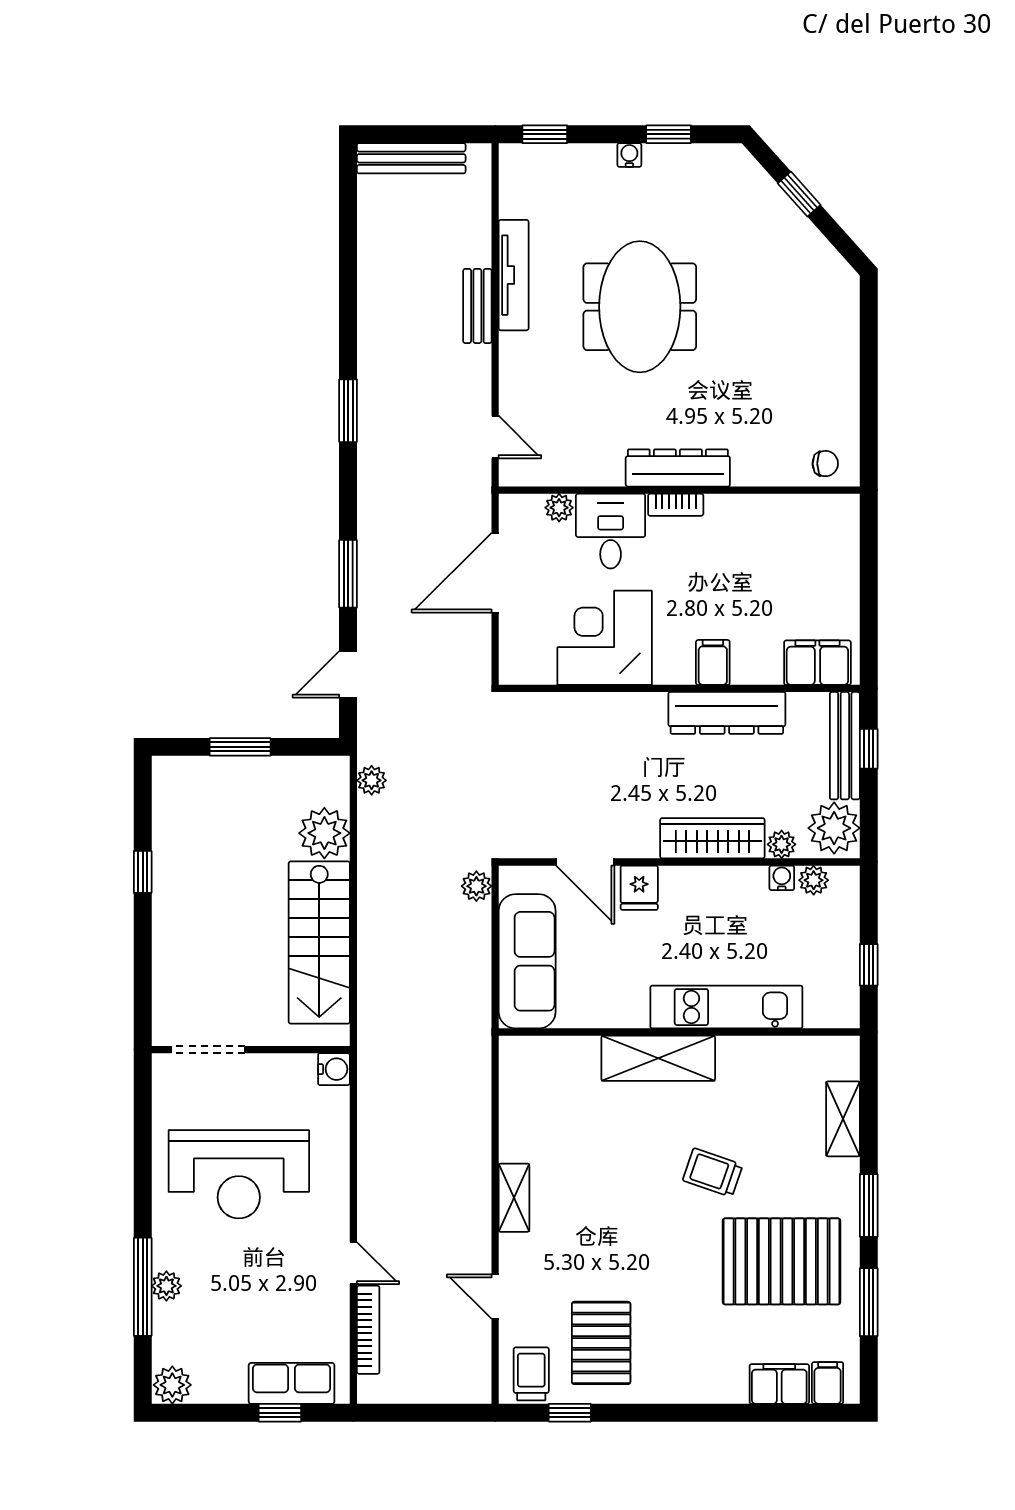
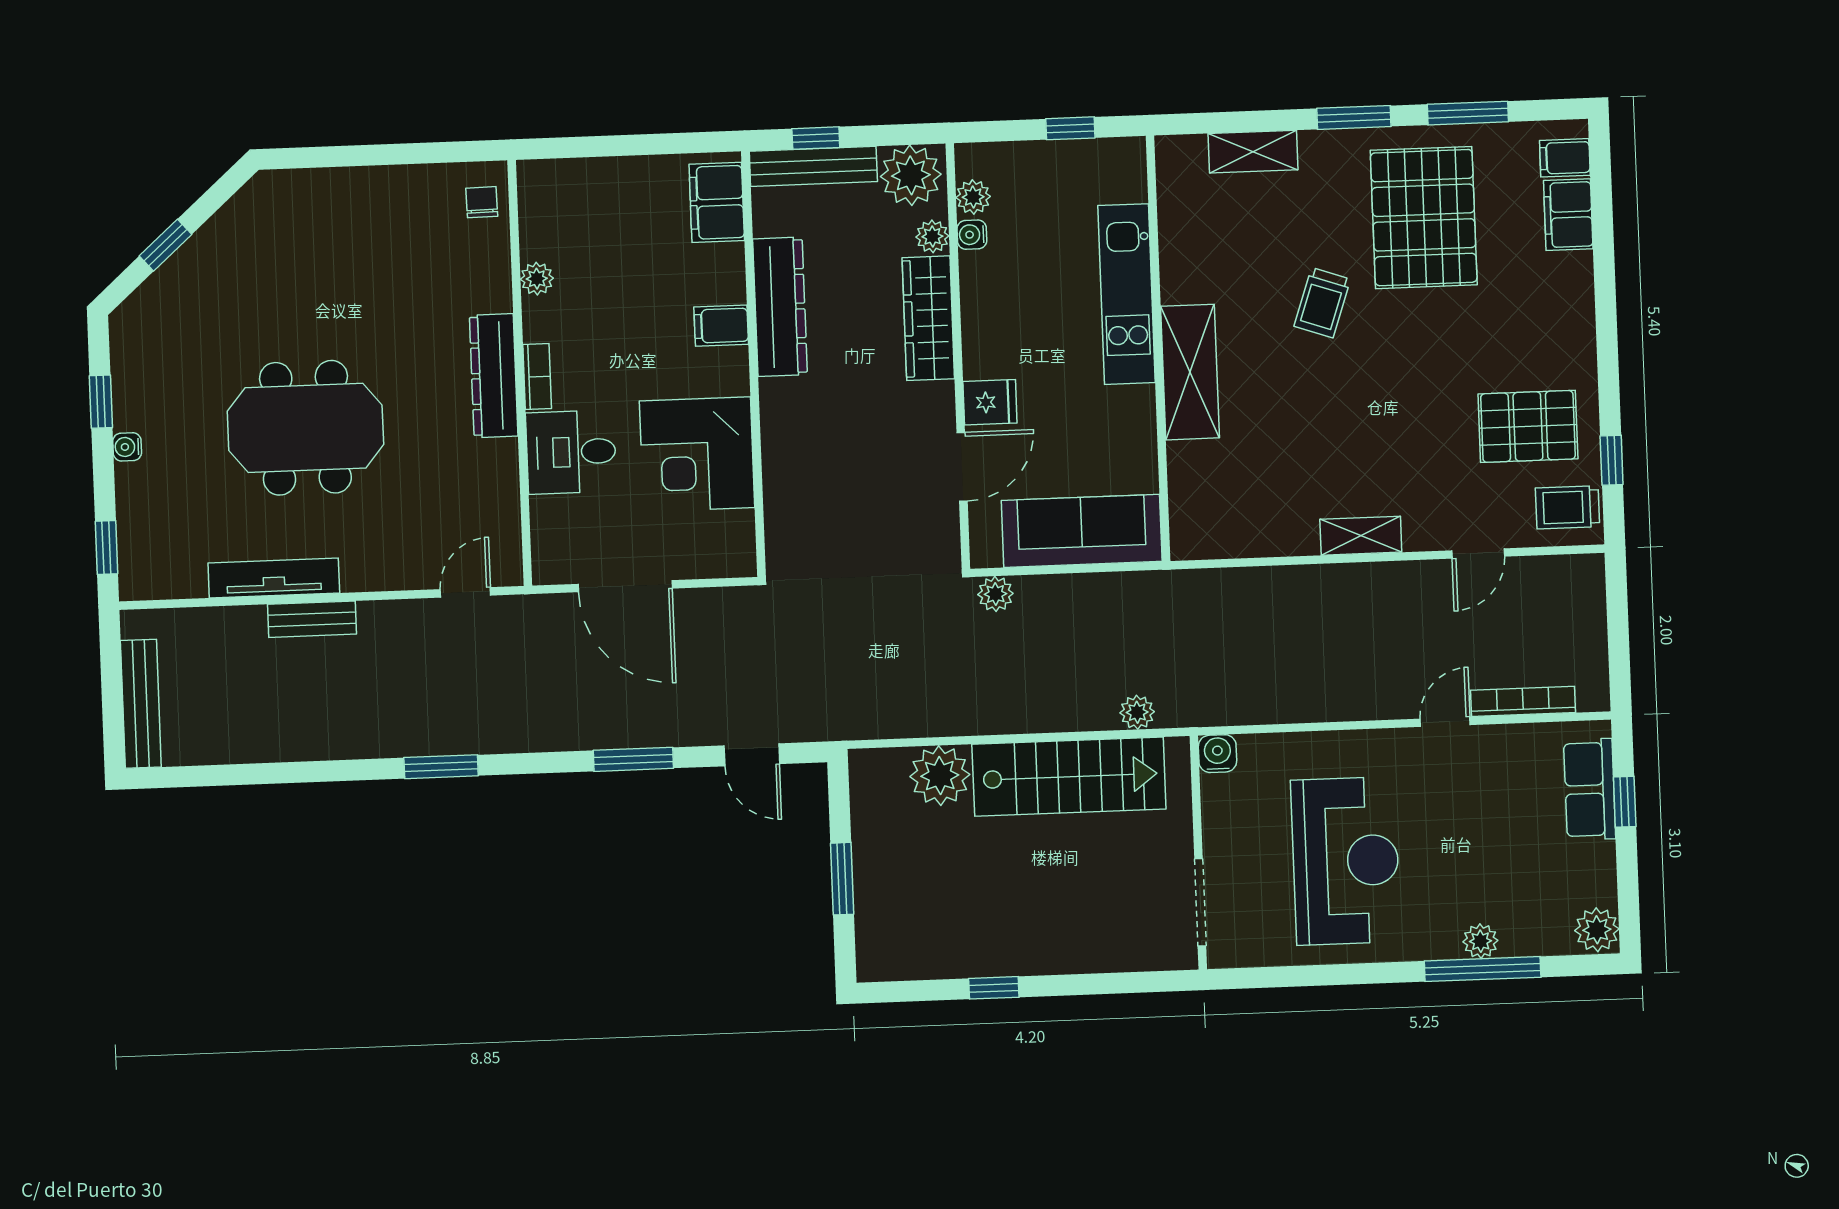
plant: (559, 508) -> (537, 279), moved
plant: (372, 780) -> (1137, 712), moved

